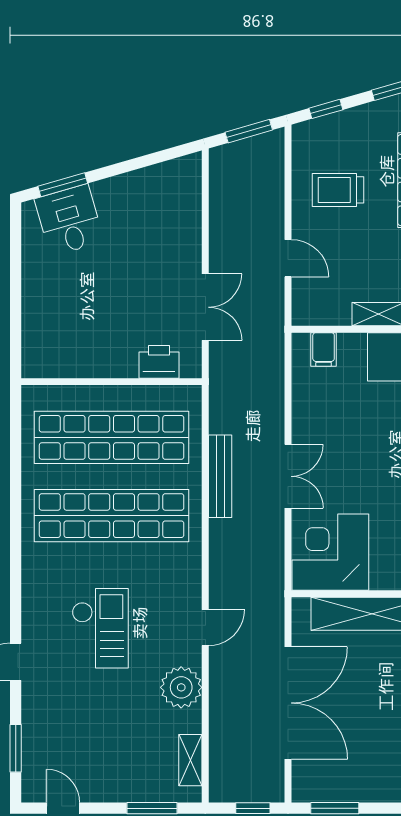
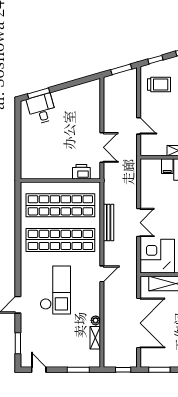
trolley: (338, 190) -> (159, 85), moved, turned 180
filing cabinet: (324, 349) -> (167, 166), moved
checkout: (100, 628) -> (55, 290), width x1.36, depth x1.21
door: (205, 628) -> (102, 274), moved
plant: (181, 687) -> (96, 320), width x0.53, depth x0.53
shelving: (190, 760) -> (95, 338), moved

